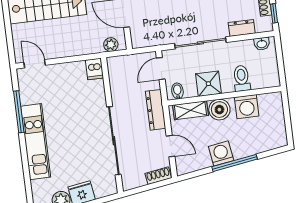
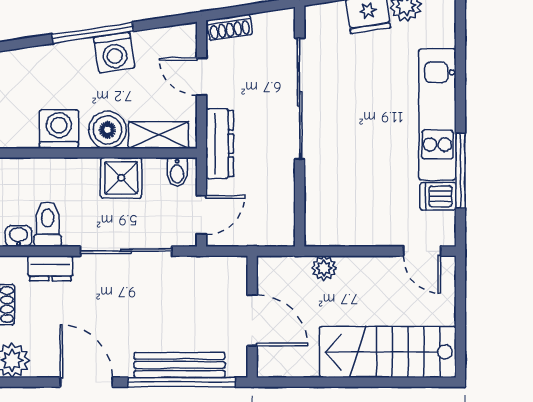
plant: (111, 45) -> (324, 268), moved
dishwasher: (94, 69) -> (438, 196), moved, turned -90
toilet: (242, 78) -> (48, 224), moved, turned 180

